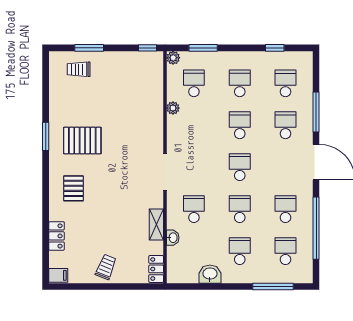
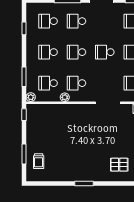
school desk: (194, 125) -> (76, 83), added
pallet: (82, 141) -> (87, 159), removed

